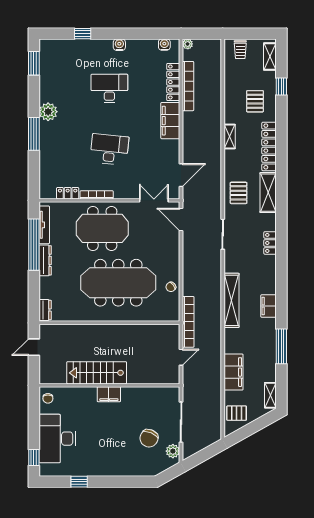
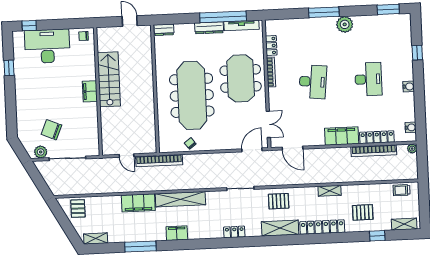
trolley: (240, 50) -> (402, 190), moved
filing cabinet: (233, 372) -> (138, 203), moved

